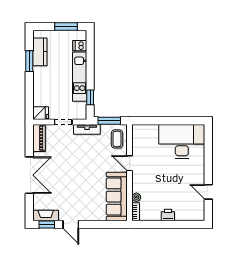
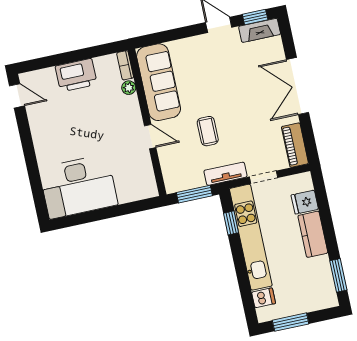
kitchen counter: (40, 52) -> (313, 234), moved
window: (29, 61) -> (338, 275), moved
kitchen unit: (80, 77) -> (251, 237), width x1.36
fridge: (41, 113) -> (305, 202), moved
coffee table: (117, 139) -> (208, 131), moved
door: (208, 192) -> (17, 96), moved
printer: (168, 215) -> (76, 75), width x1.87, depth x1.48

